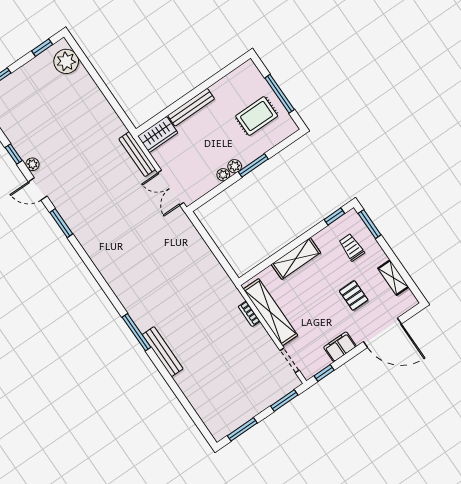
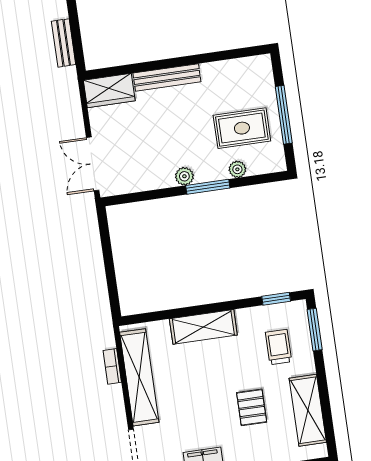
bench: (137, 154) -> (64, 43), moved, width x0.73
plant: (223, 175) -> (237, 169), moved
shelving: (393, 278) -> (308, 410), width x1.50, depth x1.33

